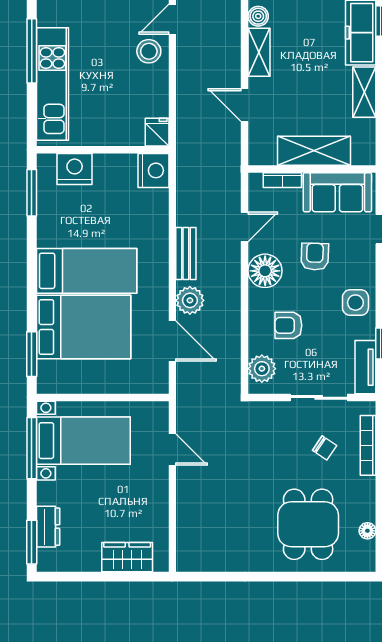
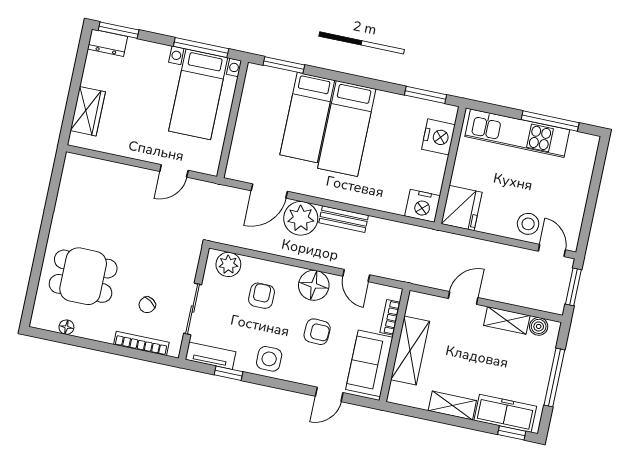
fridge: (157, 132) -> (462, 208), width x1.88, depth x1.34
plant: (190, 300) -> (301, 218), width x1.36, depth x1.36
bed: (84, 327) -> (307, 117), width x0.67
dresser: (48, 527) -> (108, 43), moved

